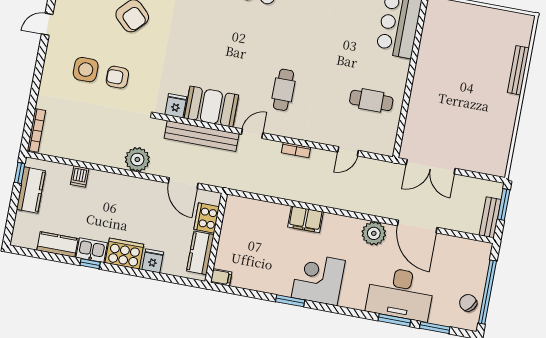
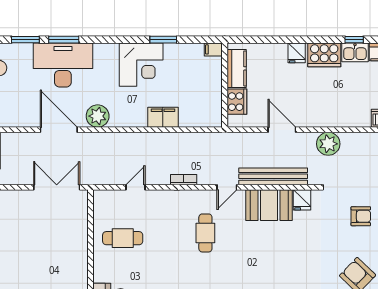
cooker: (207, 218) -> (237, 102), moved
wall: (216, 238) -> (225, 85), moved
kitchen counter: (200, 253) -> (237, 68), moved
filing cabinet: (221, 277) -> (213, 49), moved

